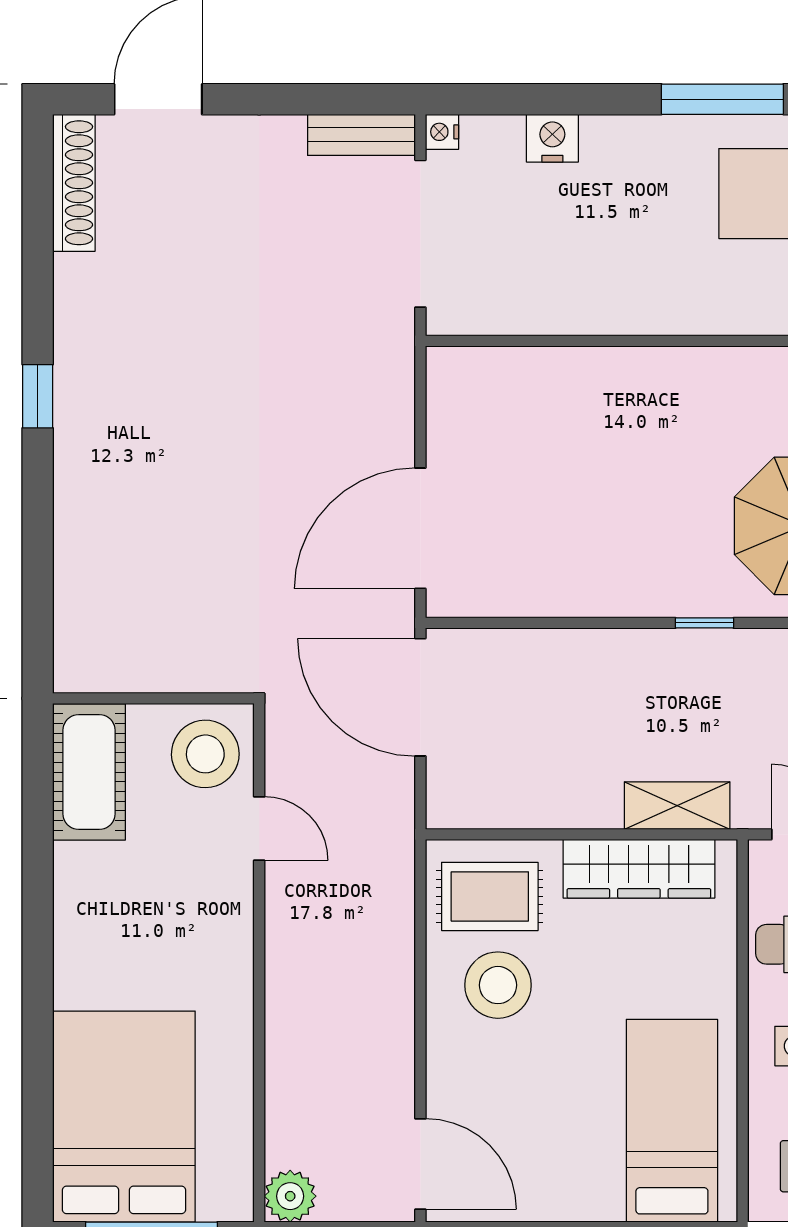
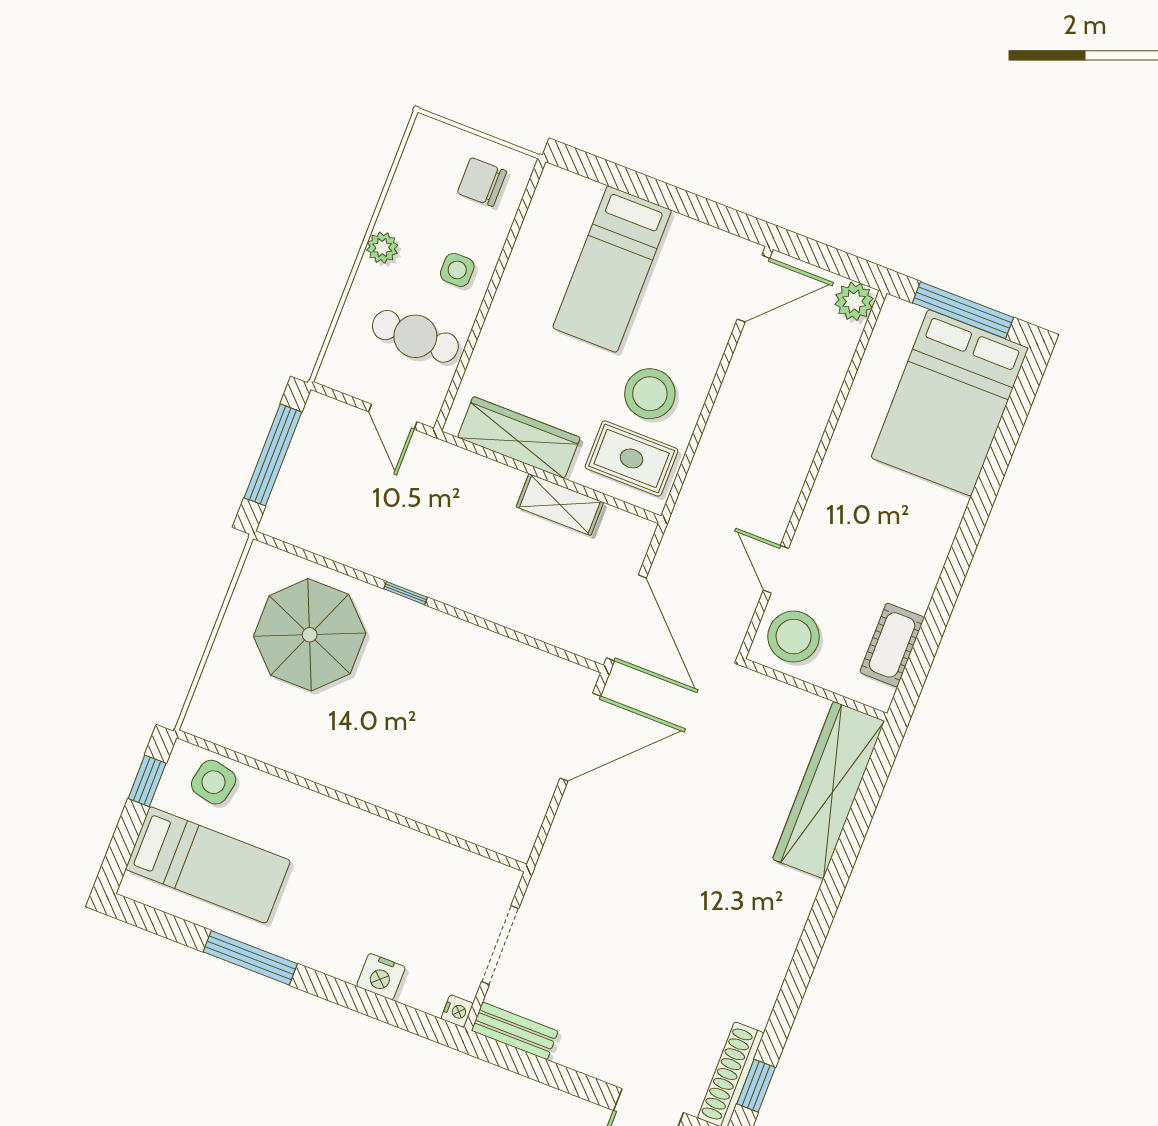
doorway: (420, 234) -> (500, 945), width x0.73
window: (38, 396) -> (756, 1086), moved
wardrobe: (89, 581) -> (828, 790), added
cot: (89, 772) -> (892, 645), width x0.73, depth x0.75
shelving: (677, 806) -> (560, 505), moved
bed: (672, 1121) -> (612, 269), moved
door: (420, 1164) -> (753, 289), swing flipped

